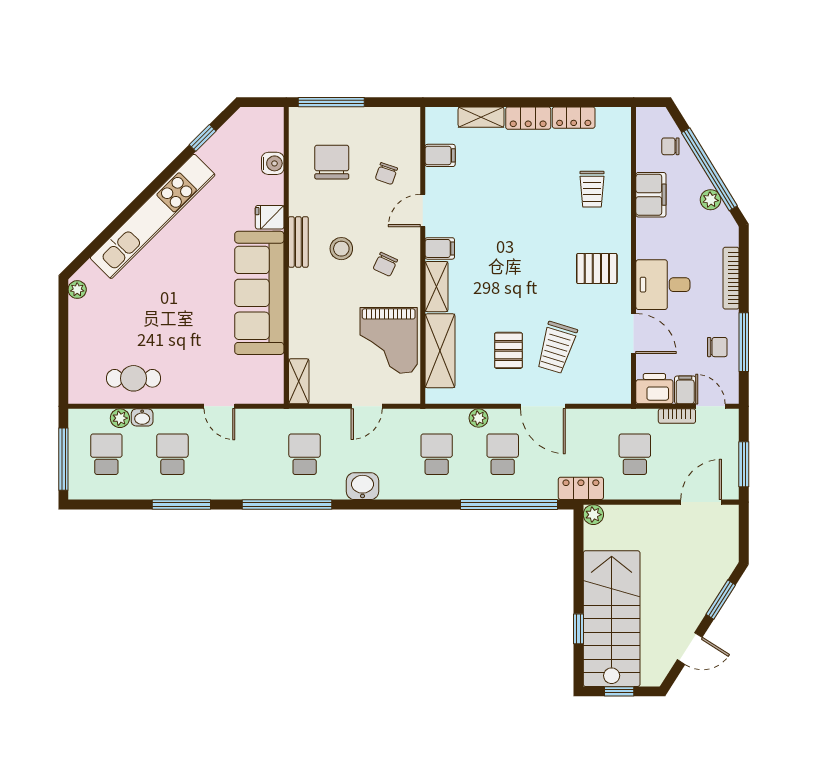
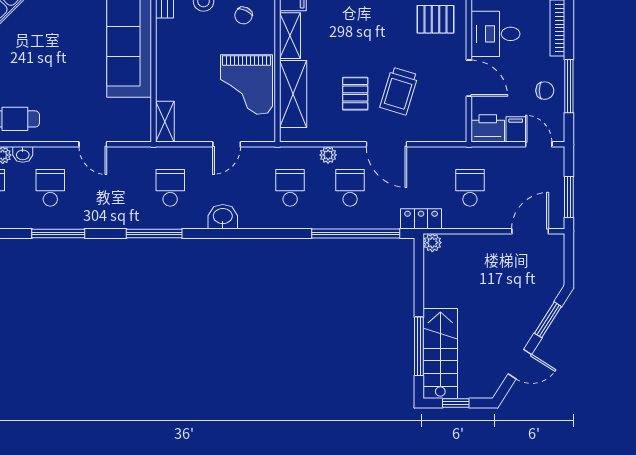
bookcase: (677, 416) -> (508, 153), removed
window: (287, 505) -> (154, 233), width x0.68
stairs: (612, 619) -> (440, 354), width x0.73, depth x0.66
window: (578, 629) -> (419, 346), width x2.17

